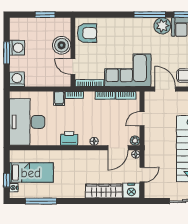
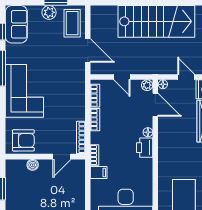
plant: (162, 26) -> (15, 54), removed
armchair: (87, 33) -> (23, 140), turned 90
boiler: (62, 45) -> (33, 165), width x0.54, depth x0.54
corner sofa: (128, 70) -> (24, 91), moved, turned 180
door: (165, 89) -> (88, 50), swing flipped
printer: (69, 138) -> (145, 148), moved

